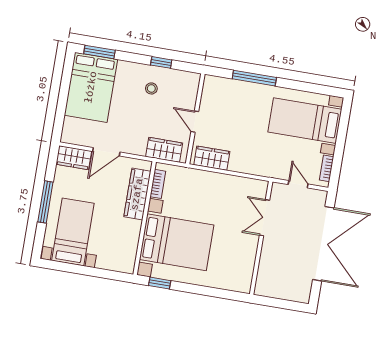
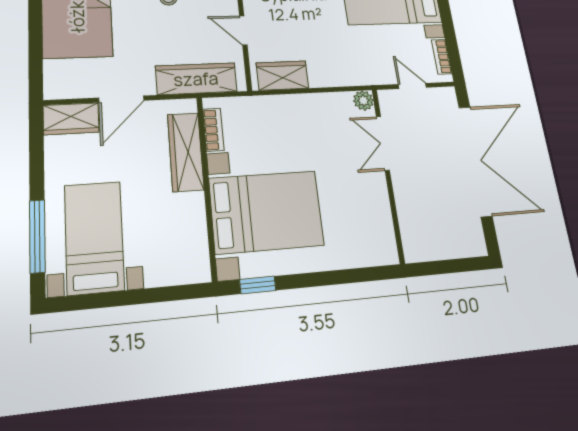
wardrobe: (164, 150) -> (196, 79), width x1.50
plant: (261, 187) -> (363, 101), added
window: (45, 202) -> (37, 236), moved

